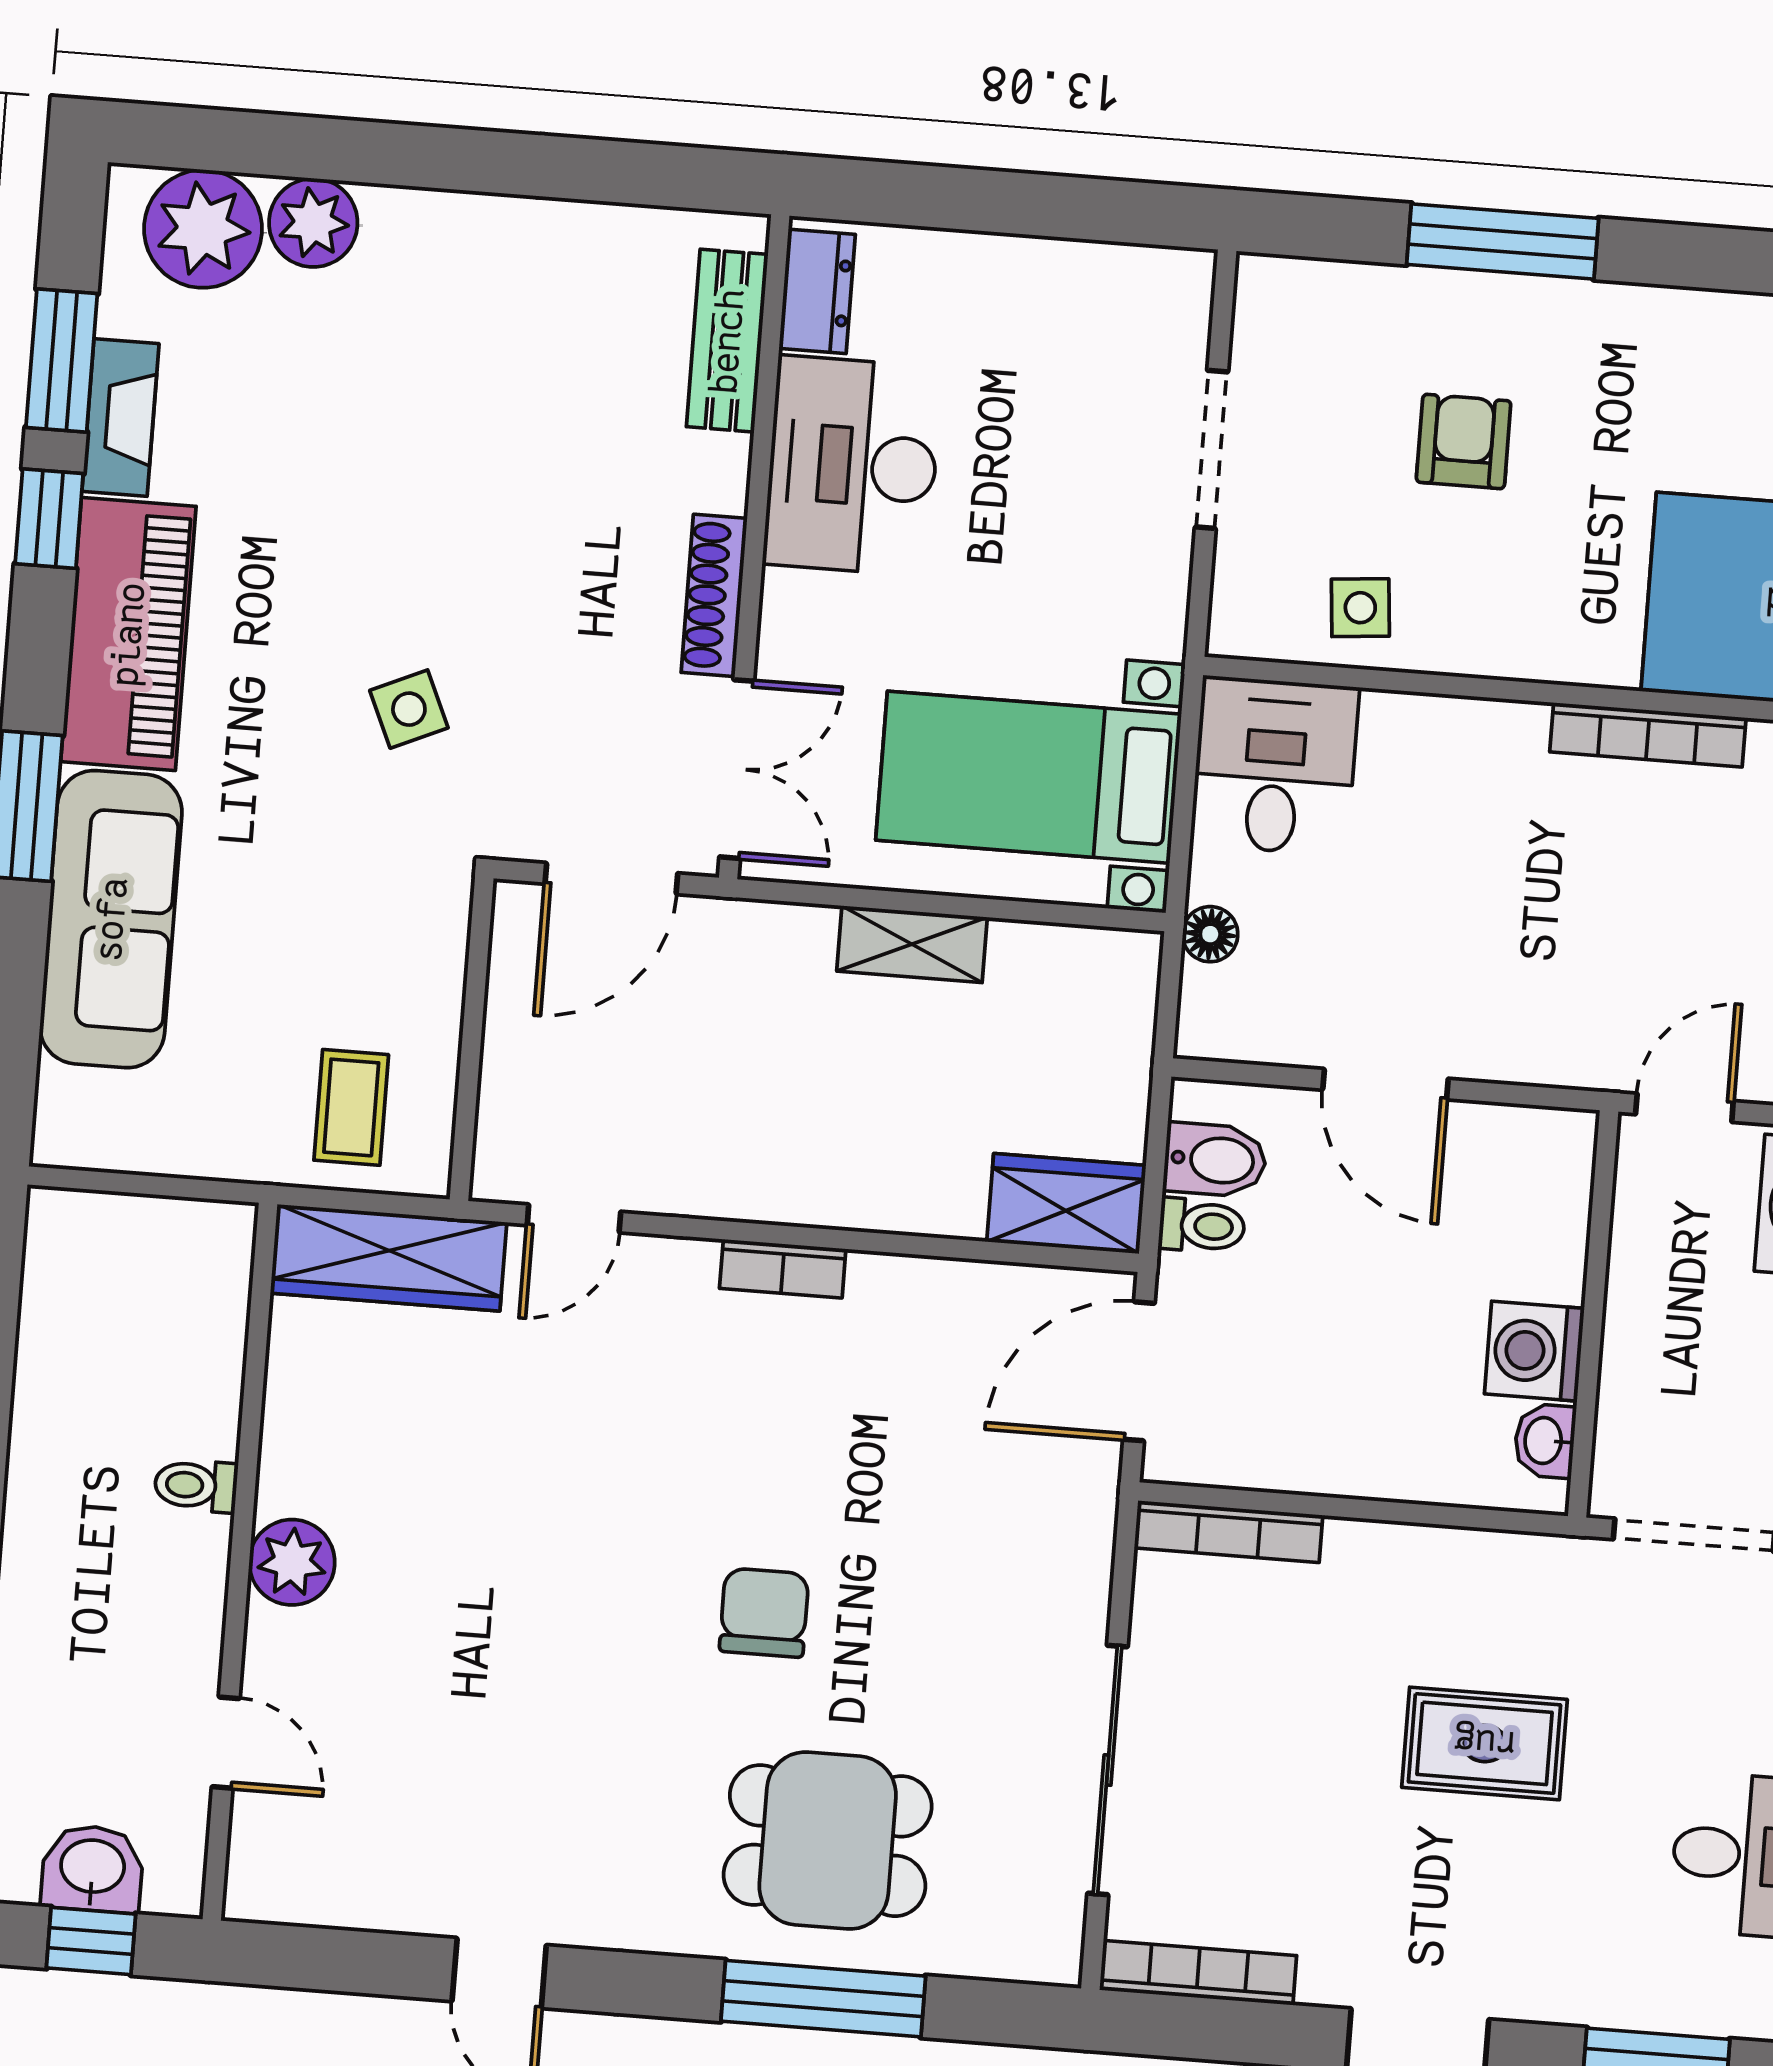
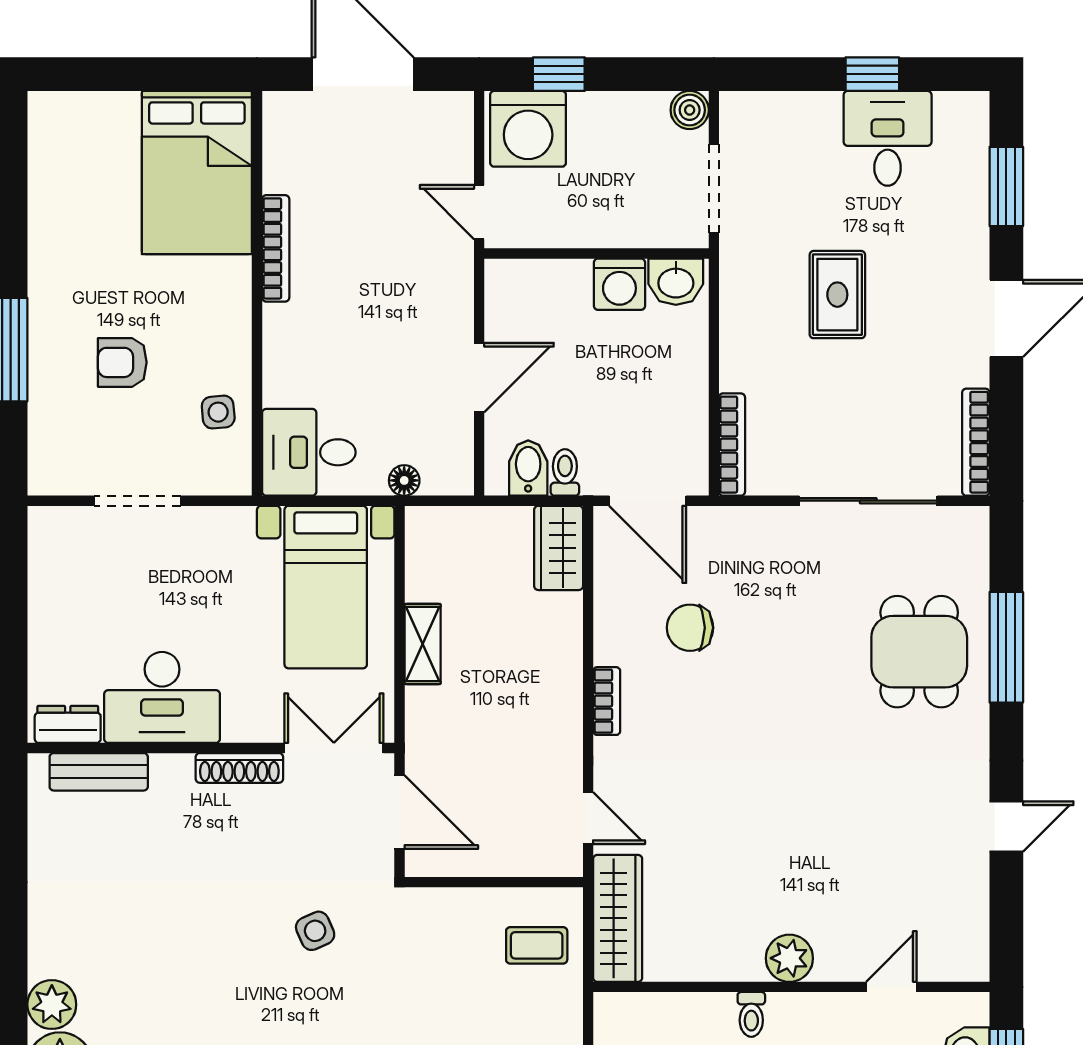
washbasin: (1545, 1441) -> (676, 282), width x1.38, depth x1.45
chair: (764, 1613) -> (690, 628), moved

